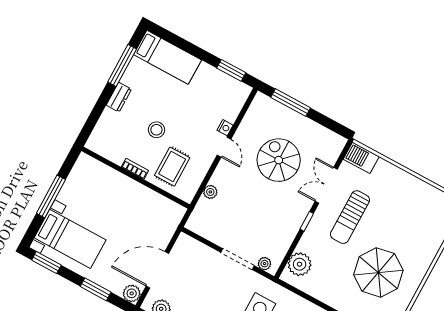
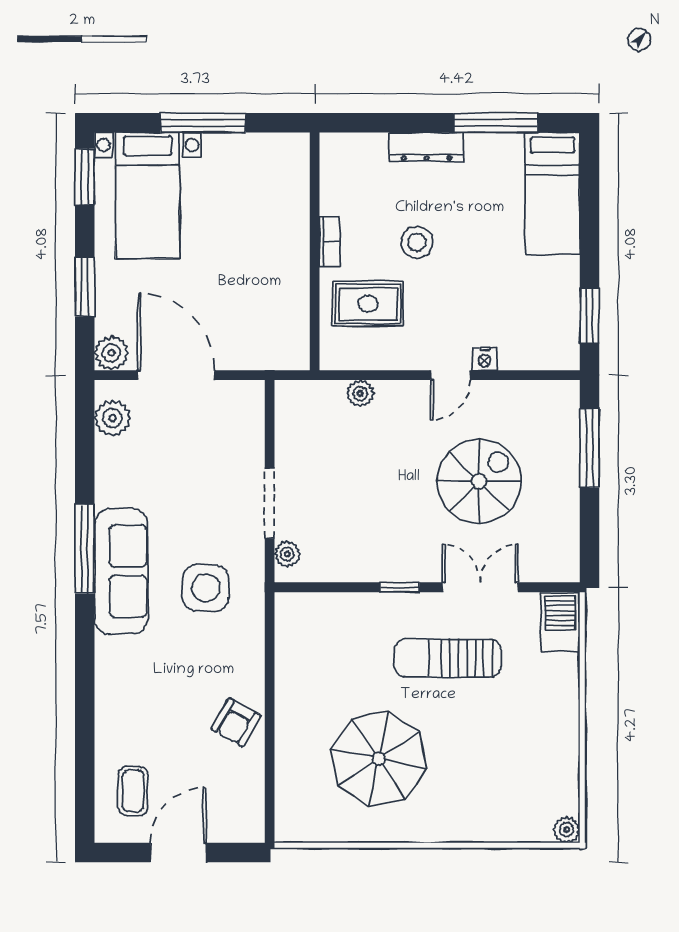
dresser: (119, 97) -> (427, 147), width x1.44
plant: (300, 264) -> (319, 615), removed

